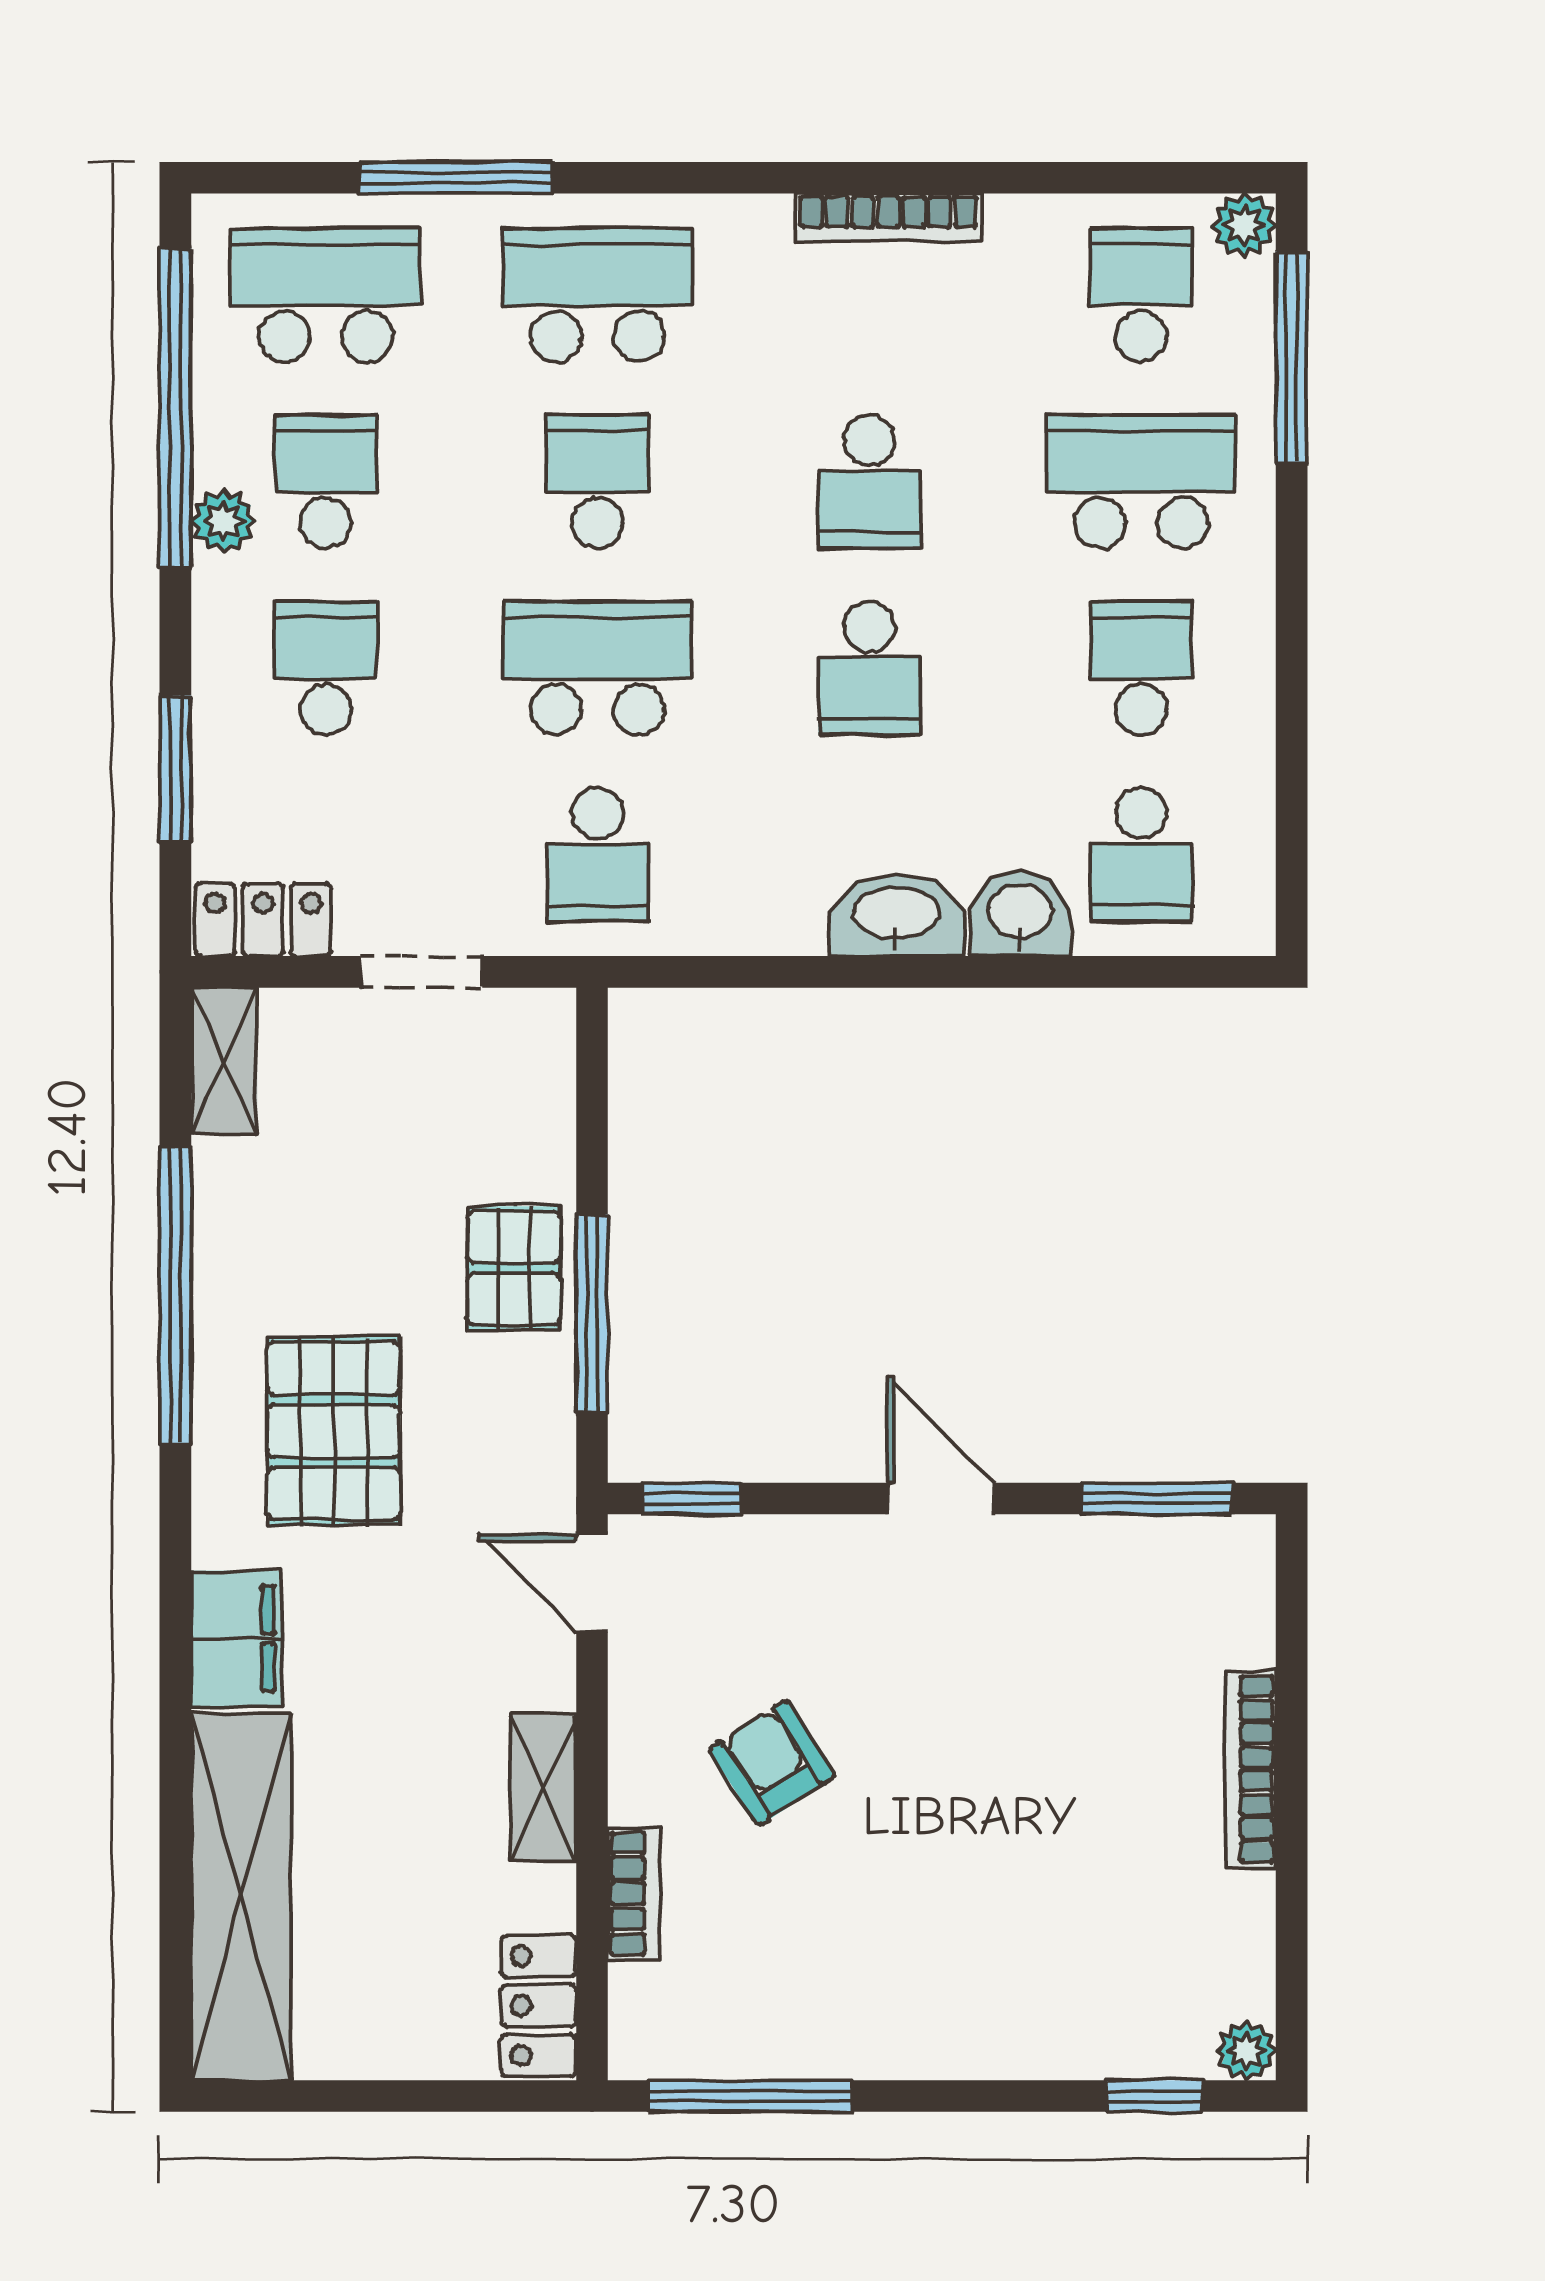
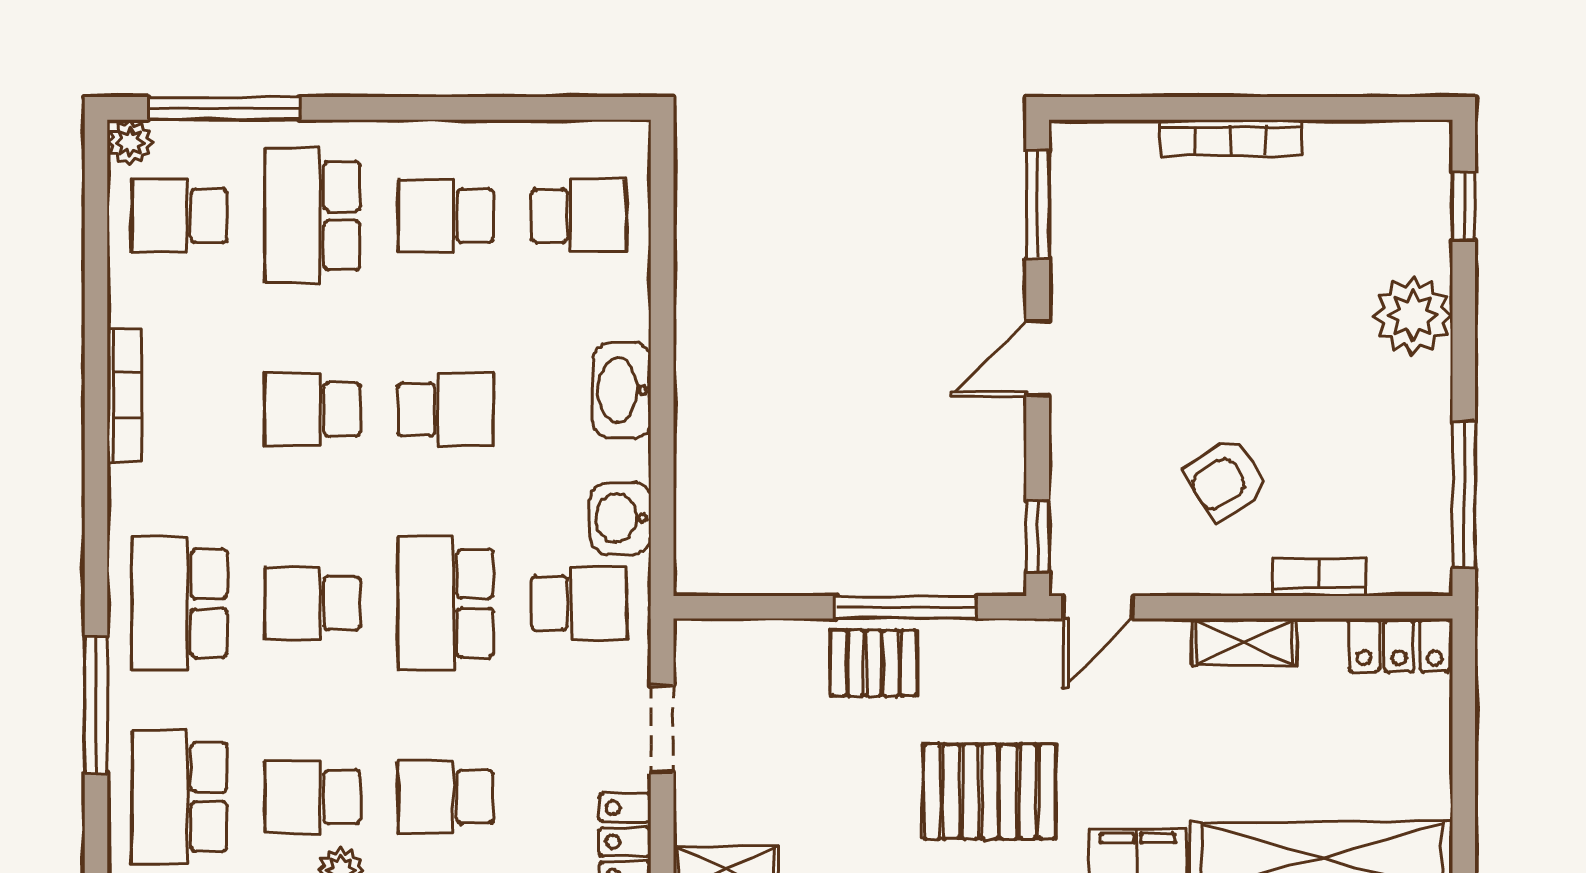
school desk: (869, 481) -> (313, 409), turned 180
washbasin: (1020, 914) -> (621, 518), moved
plant: (1246, 2051) -> (1413, 315), moved, width x1.87, depth x1.87

